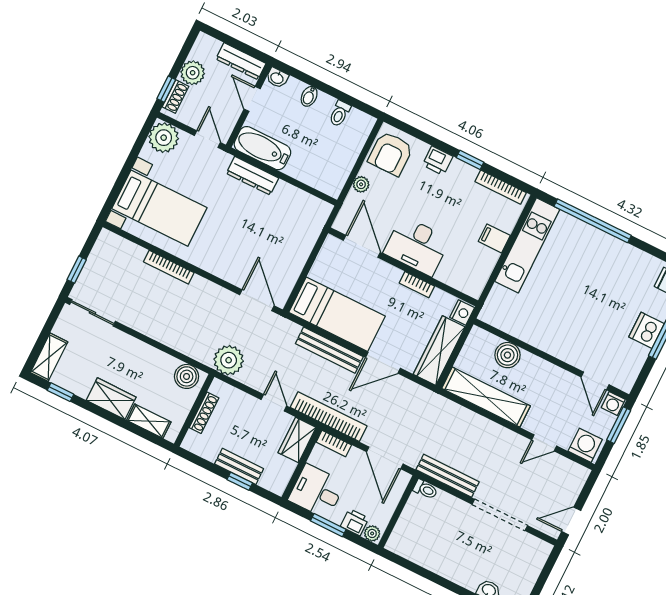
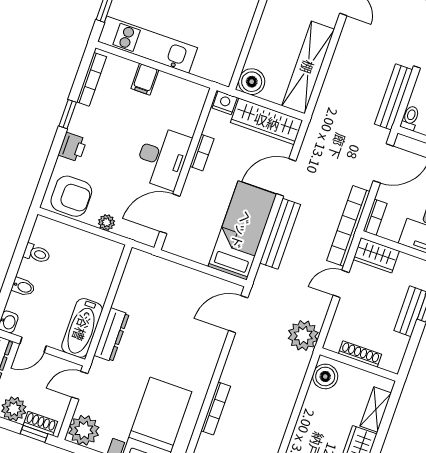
boiler: (507, 355) -> (252, 82), moved
door: (383, 363) -> (286, 177), swing flipped

